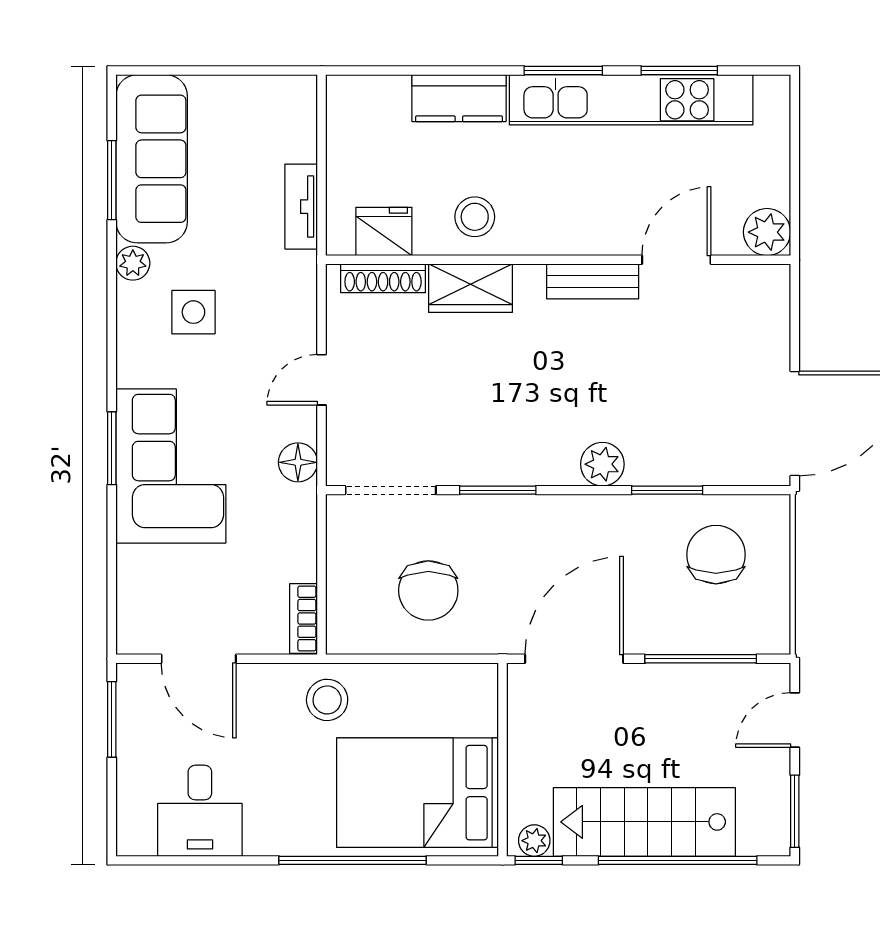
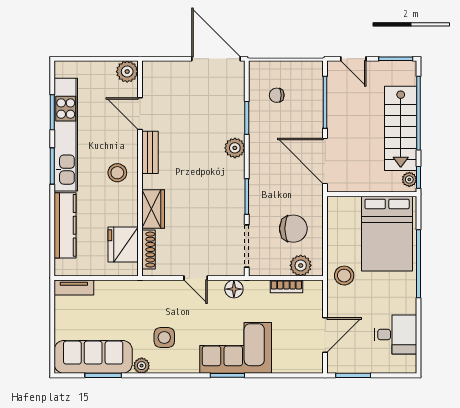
kitchen counter: (459, 98) -> (65, 225), width x1.50
tv unit: (301, 207) -> (74, 288), moved
stool: (475, 217) -> (117, 173), moved
fridge: (384, 231) -> (123, 245), width x1.36, depth x1.34
chair: (716, 555) -> (277, 95), width x0.54, depth x0.54
plant: (349, 606) -> (301, 265), added
bookcase: (304, 618) -> (286, 286), moved

